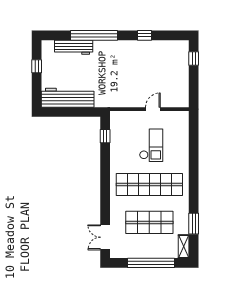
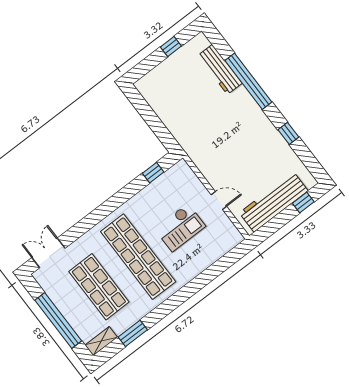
workbench: (68, 98) -> (274, 202), moved, turned -90

